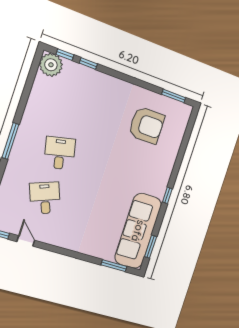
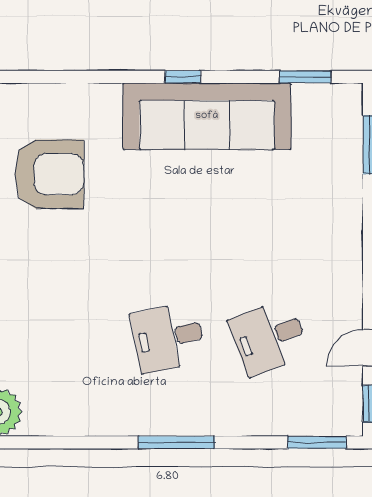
armchair: (147, 125) -> (49, 174), turned 90
sofa: (138, 231) -> (207, 116), moved

